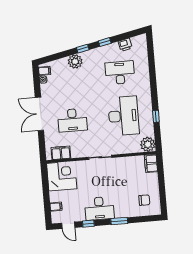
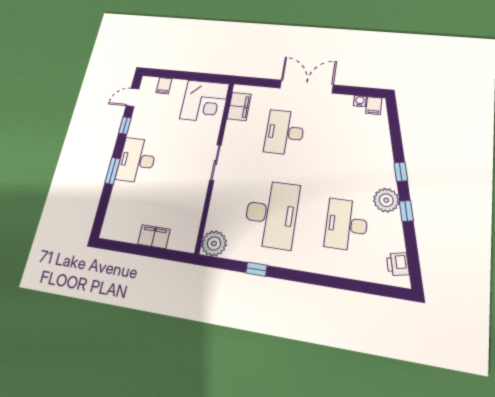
printer: (125, 45) -> (398, 264), moved
plant: (75, 61) -> (386, 200), moved
desk: (120, 73) -> (346, 225), turned 180
desk: (123, 116) -> (271, 214), turned -90
filing cabinet: (151, 163) -> (154, 237), moved
chair: (144, 200) -> (129, 216), removed
desk: (99, 208) -> (137, 160), moved

